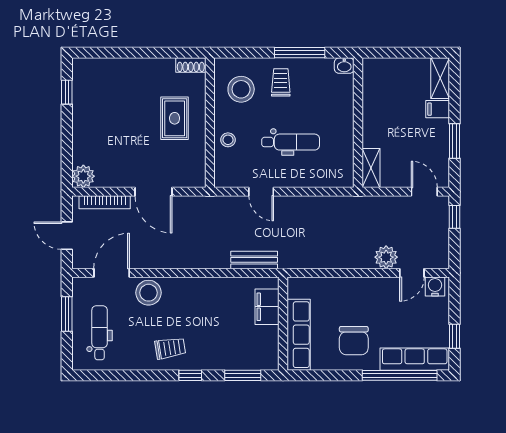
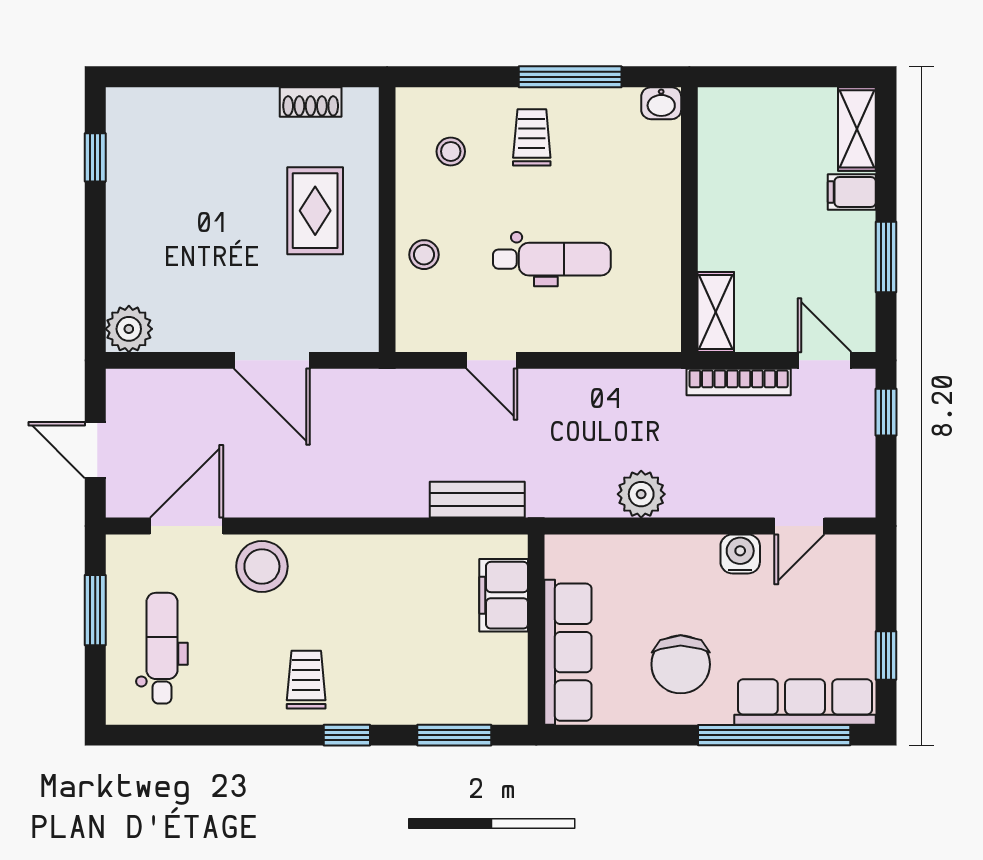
shoe rack: (191, 65) -> (311, 102), moved
stool: (241, 89) -> (451, 151), width x0.53, depth x0.53
bookcase: (105, 202) -> (739, 382), moved
plant: (386, 257) -> (641, 494), moved
water cooler: (435, 287) -> (740, 554), moved
trolley: (170, 348) -> (306, 680), turned -81

